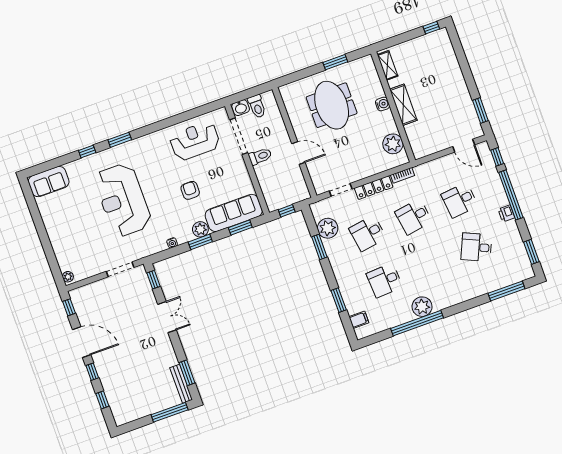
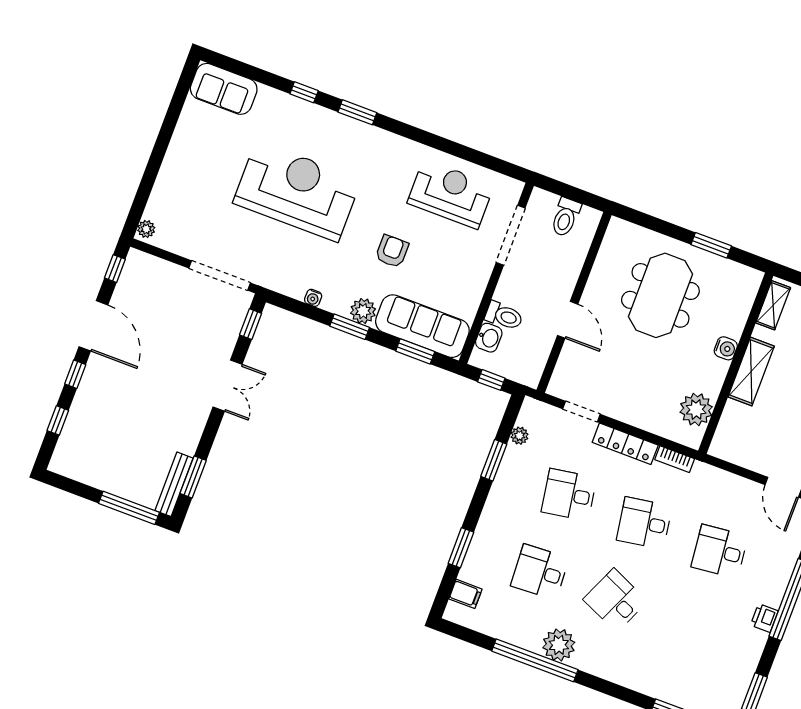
washbasin: (241, 108) -> (489, 338), moved, turned -90
toilet: (260, 156) -> (504, 316), moved
reception desk: (123, 200) -> (297, 191), turned 90
plant: (328, 228) -> (520, 436), width x0.53, depth x0.53
desk: (476, 247) -> (615, 600), moved
doorway: (120, 269) -> (220, 276), width x1.36

